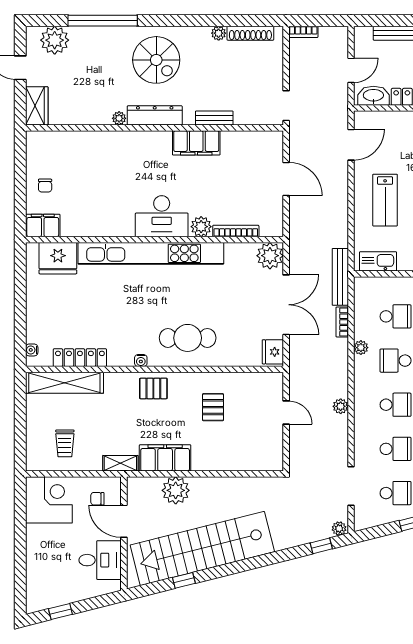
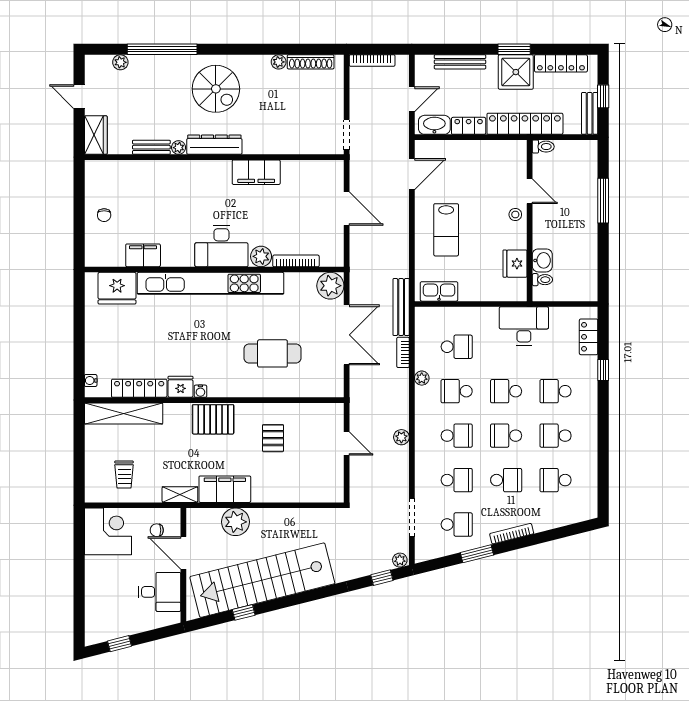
bookcase: (303, 32) -> (372, 61), width x1.56
plant: (55, 40) -> (120, 62), width x0.53, depth x0.53
bench: (214, 118) -> (151, 147), moved
filing cabinet: (43, 225) -> (143, 255), moved
cafe table: (188, 338) -> (272, 353), moved
fridge: (273, 352) -> (181, 387), moved, turned 90
pallet: (153, 388) -> (213, 419), width x1.50, depth x1.42

